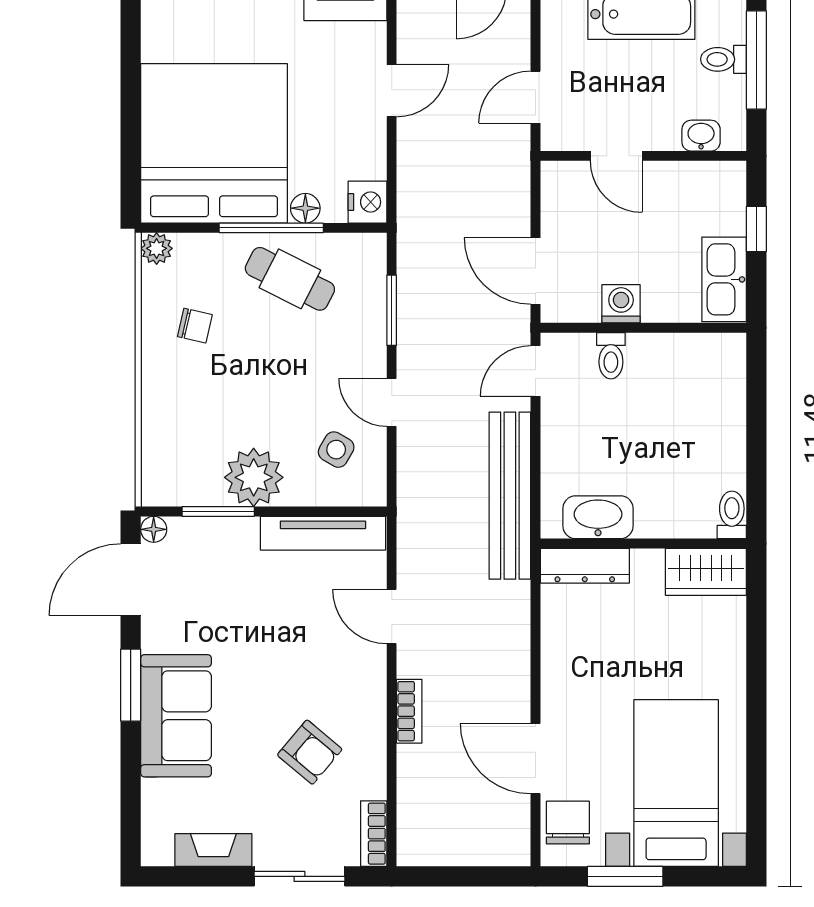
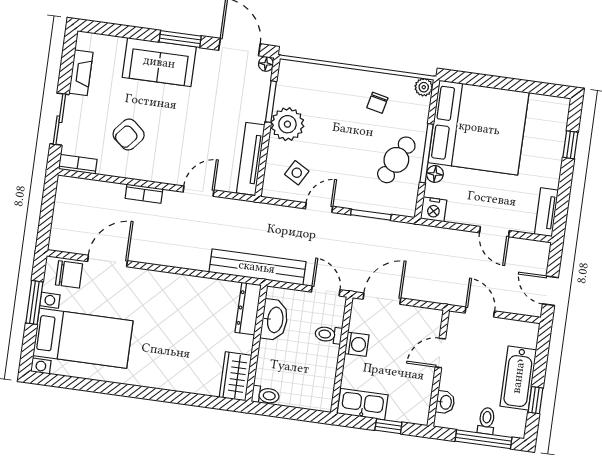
toilet: (732, 515) -> (265, 395), moved
washbasin: (598, 517) -> (274, 320), moved
wall: (643, 544) -> (256, 343), moved
dresser: (585, 566) -> (248, 309), moved
wardrobe: (706, 572) -> (235, 376), moved

